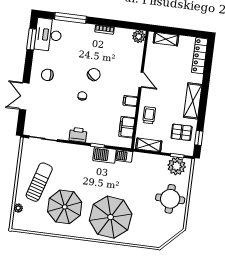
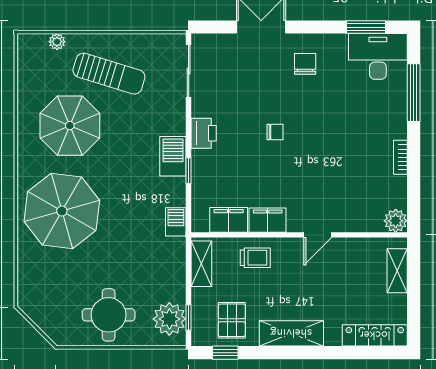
chair: (94, 75) -> (316, 148), removed
filing cabinet: (130, 101) -> (268, 220), width x2.00
barbecue: (105, 155) -> (173, 156), moved

